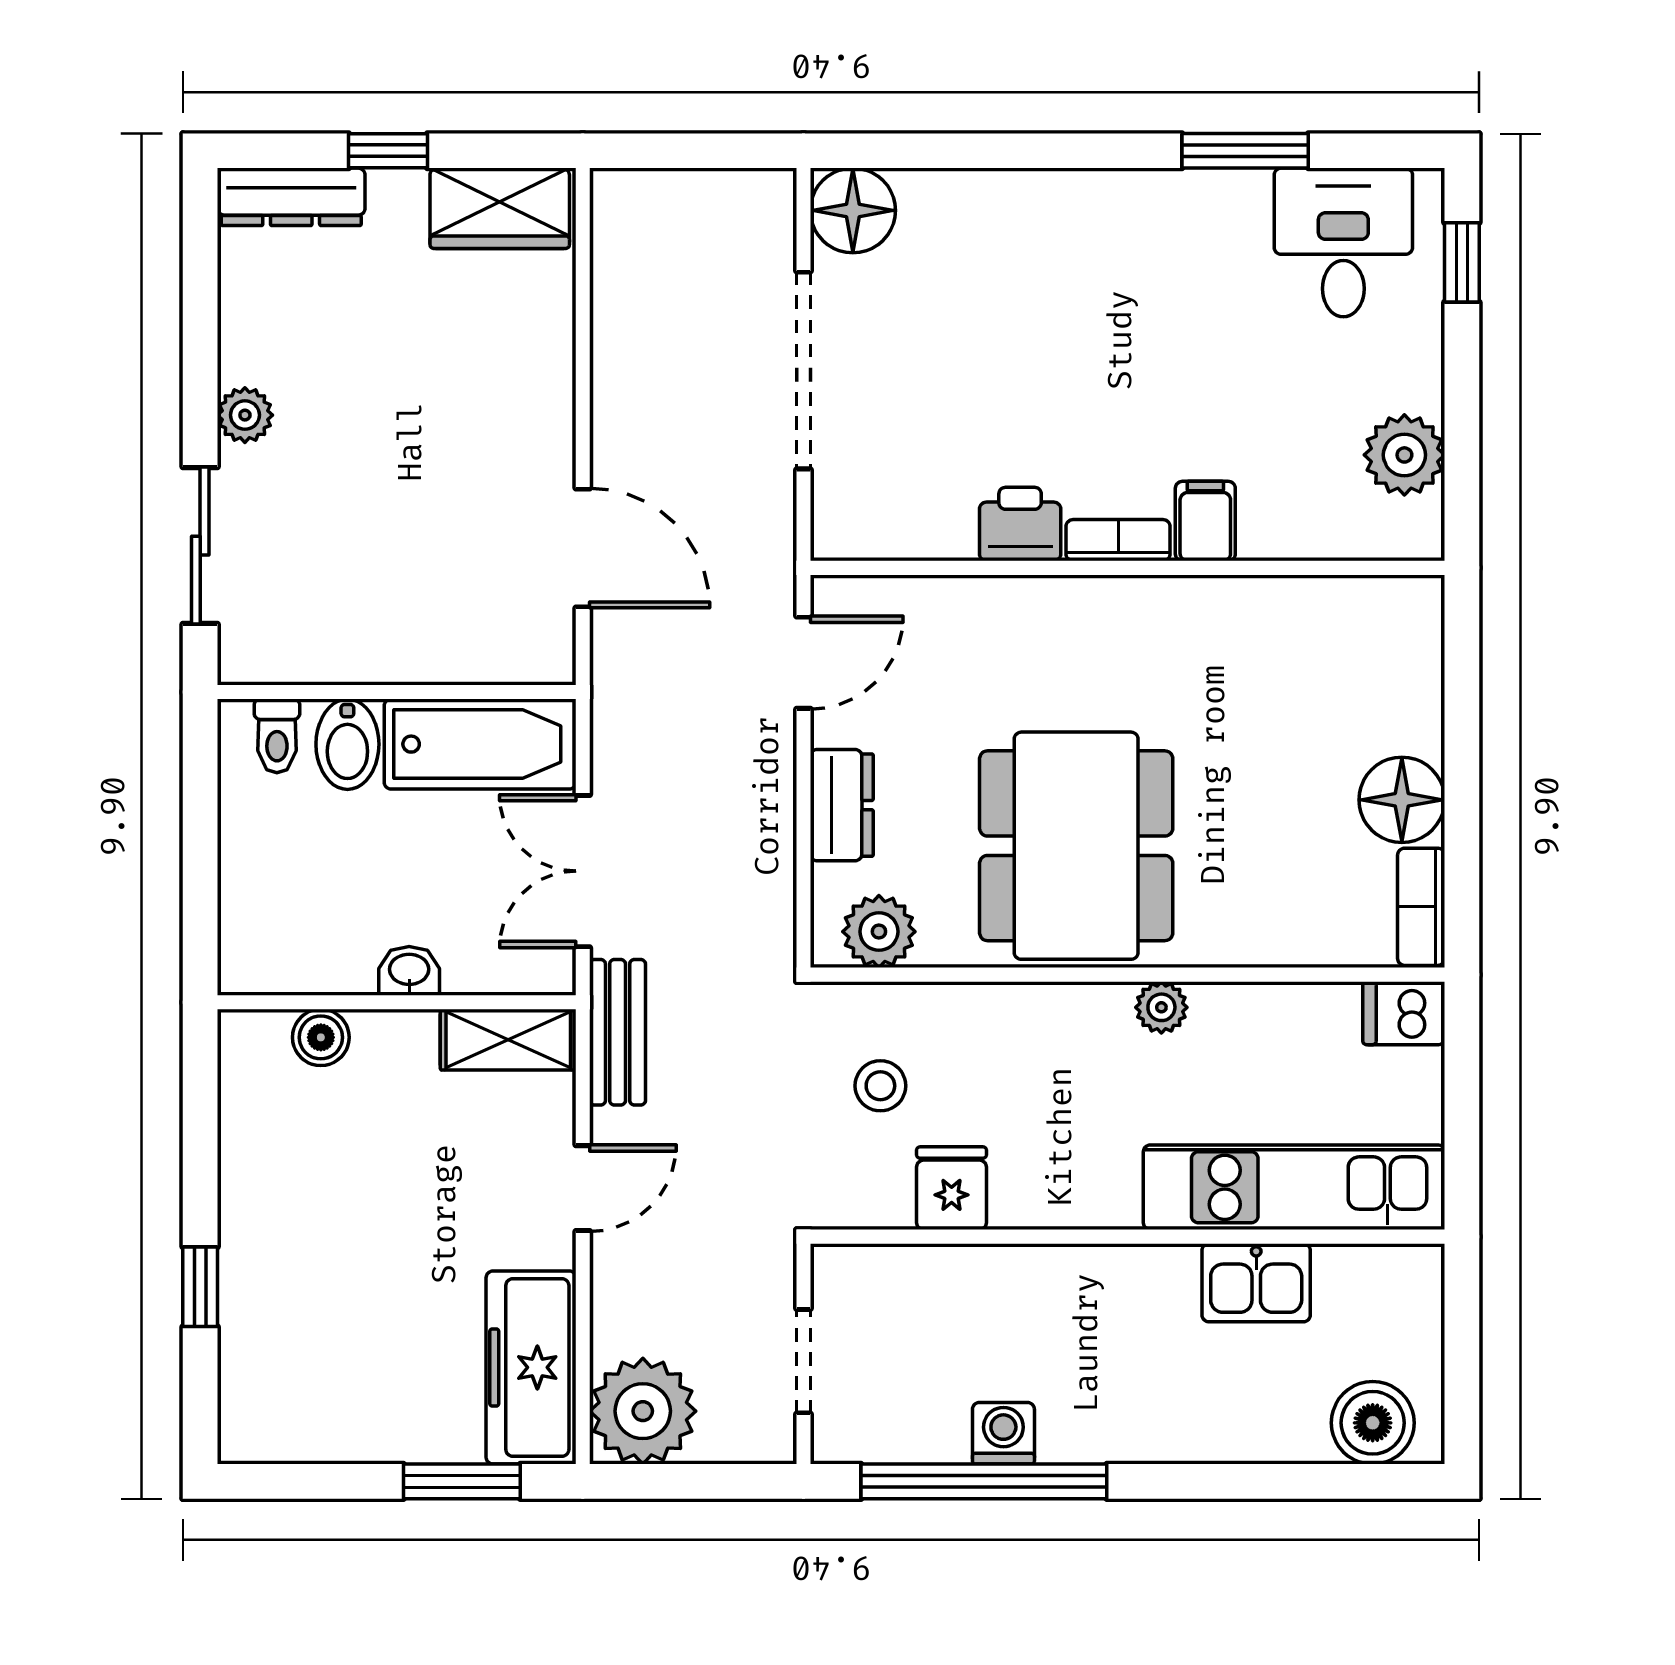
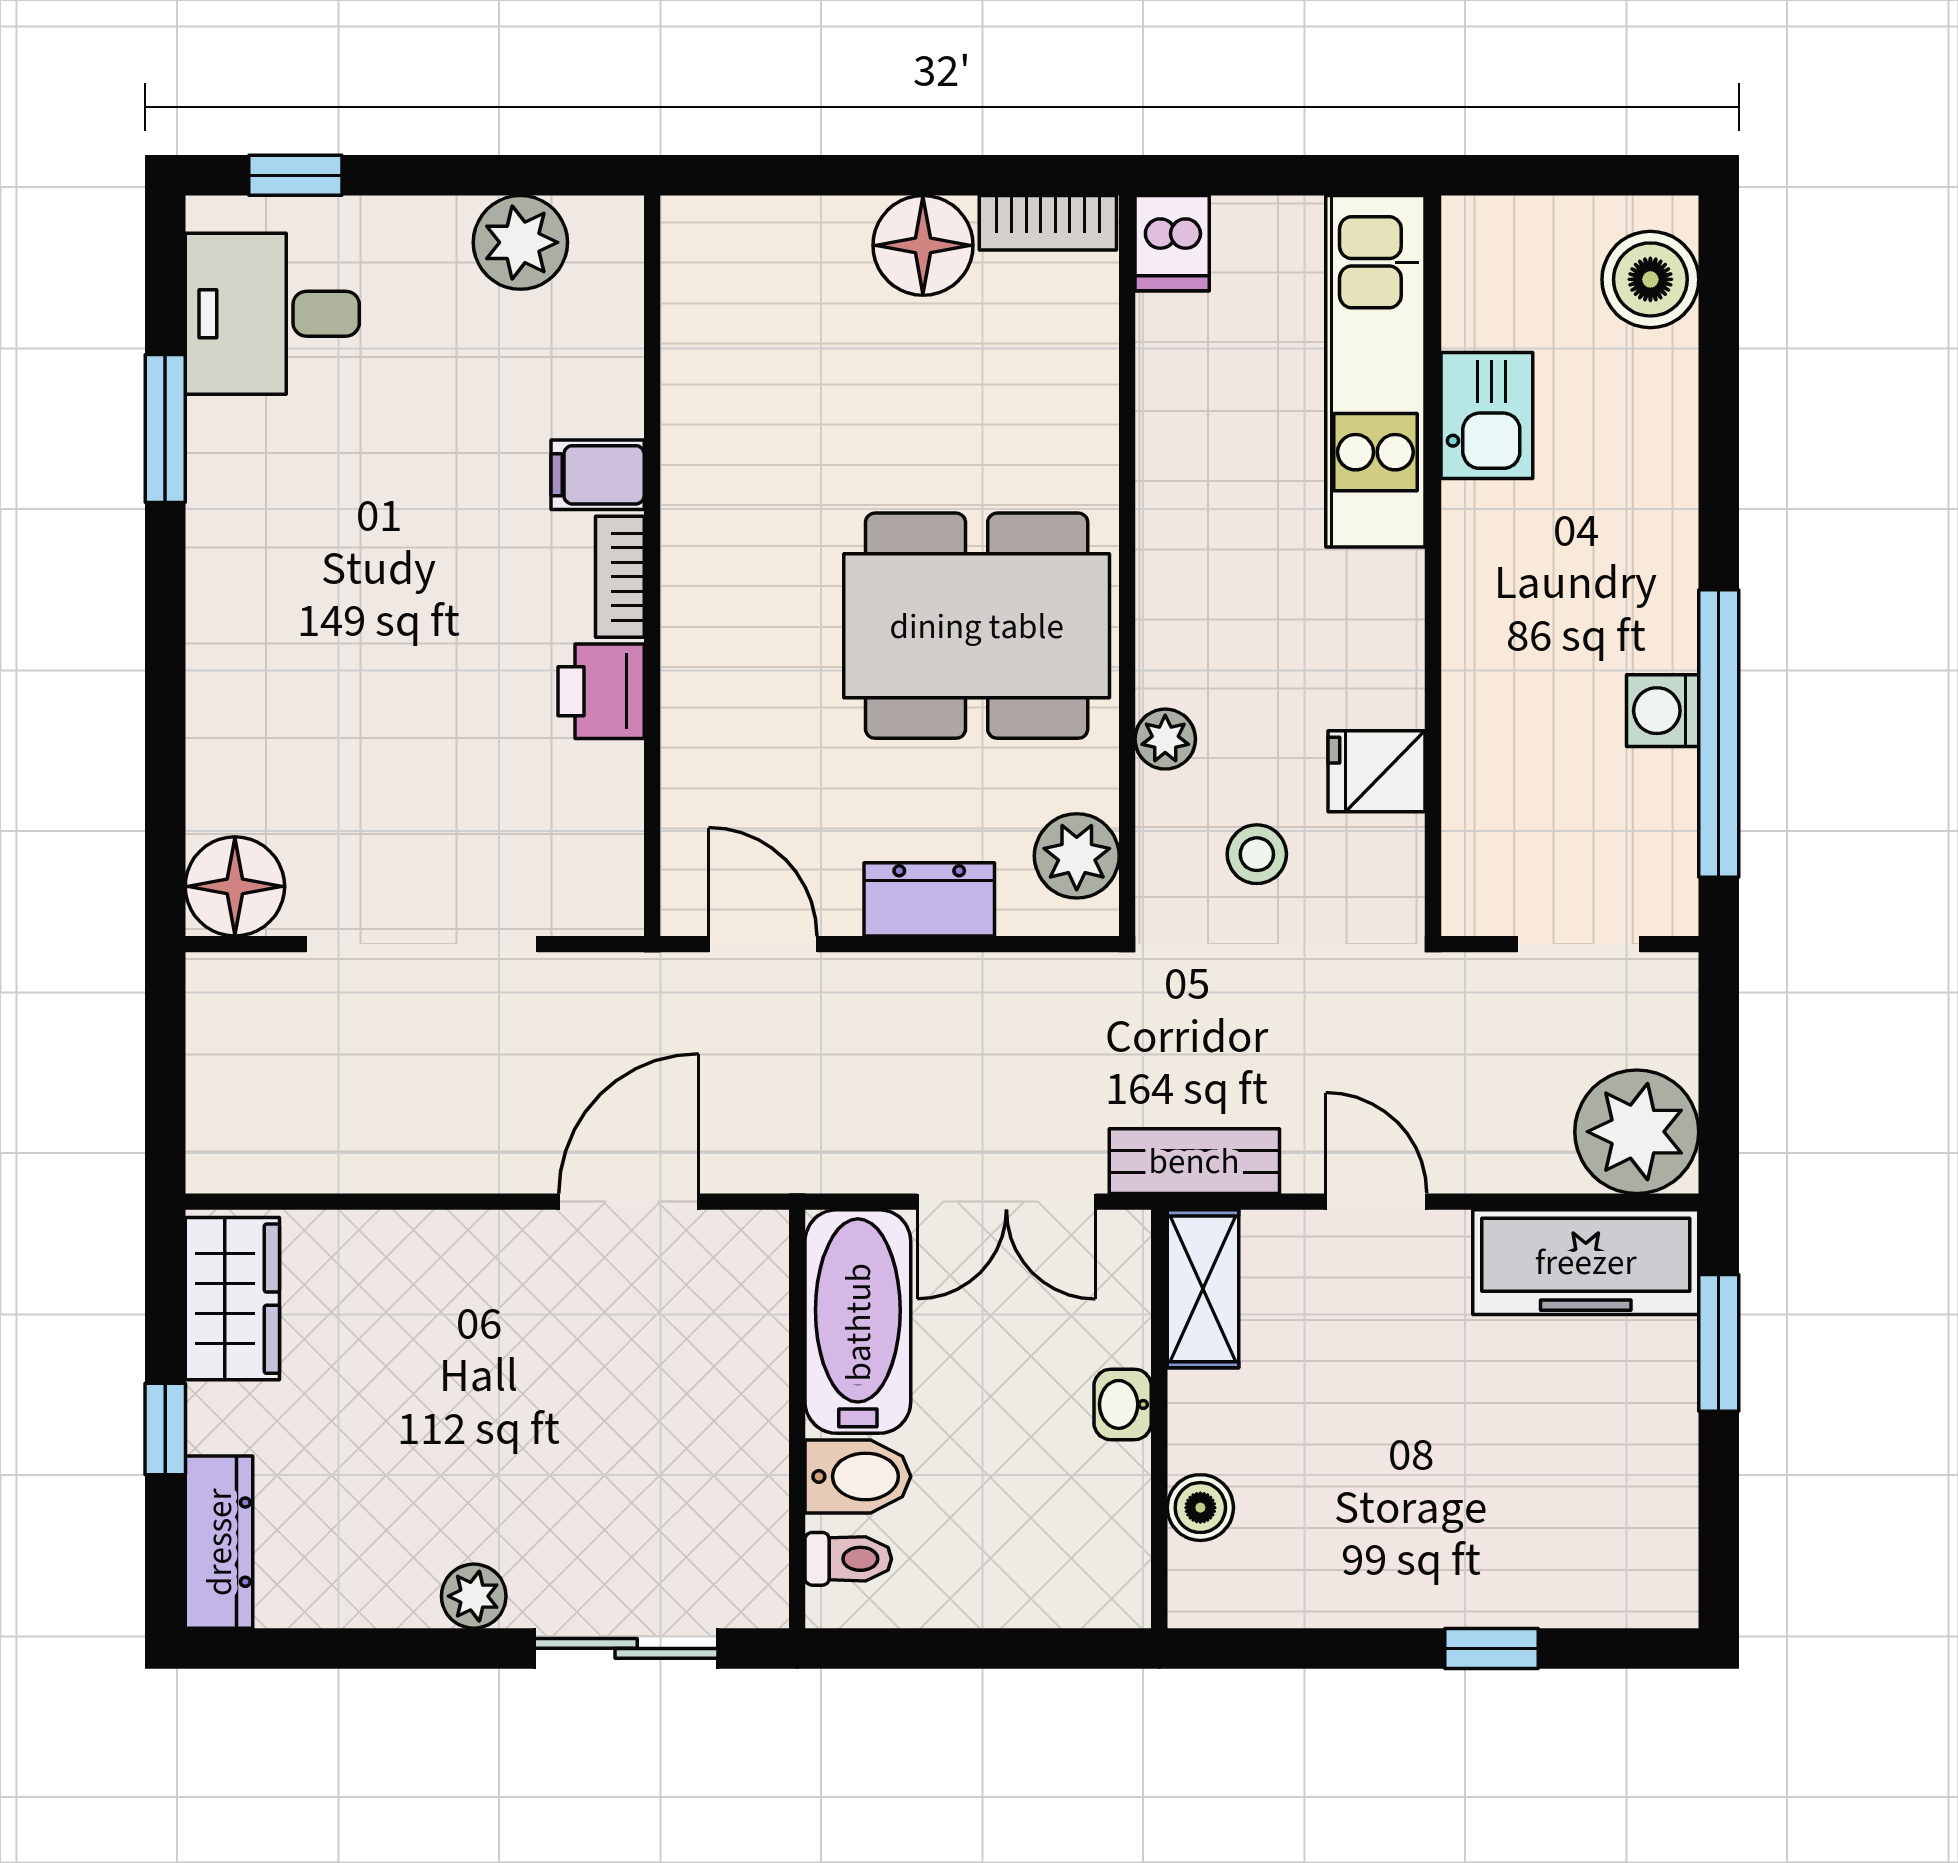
plant: (1161, 1007) -> (1165, 739), moved

